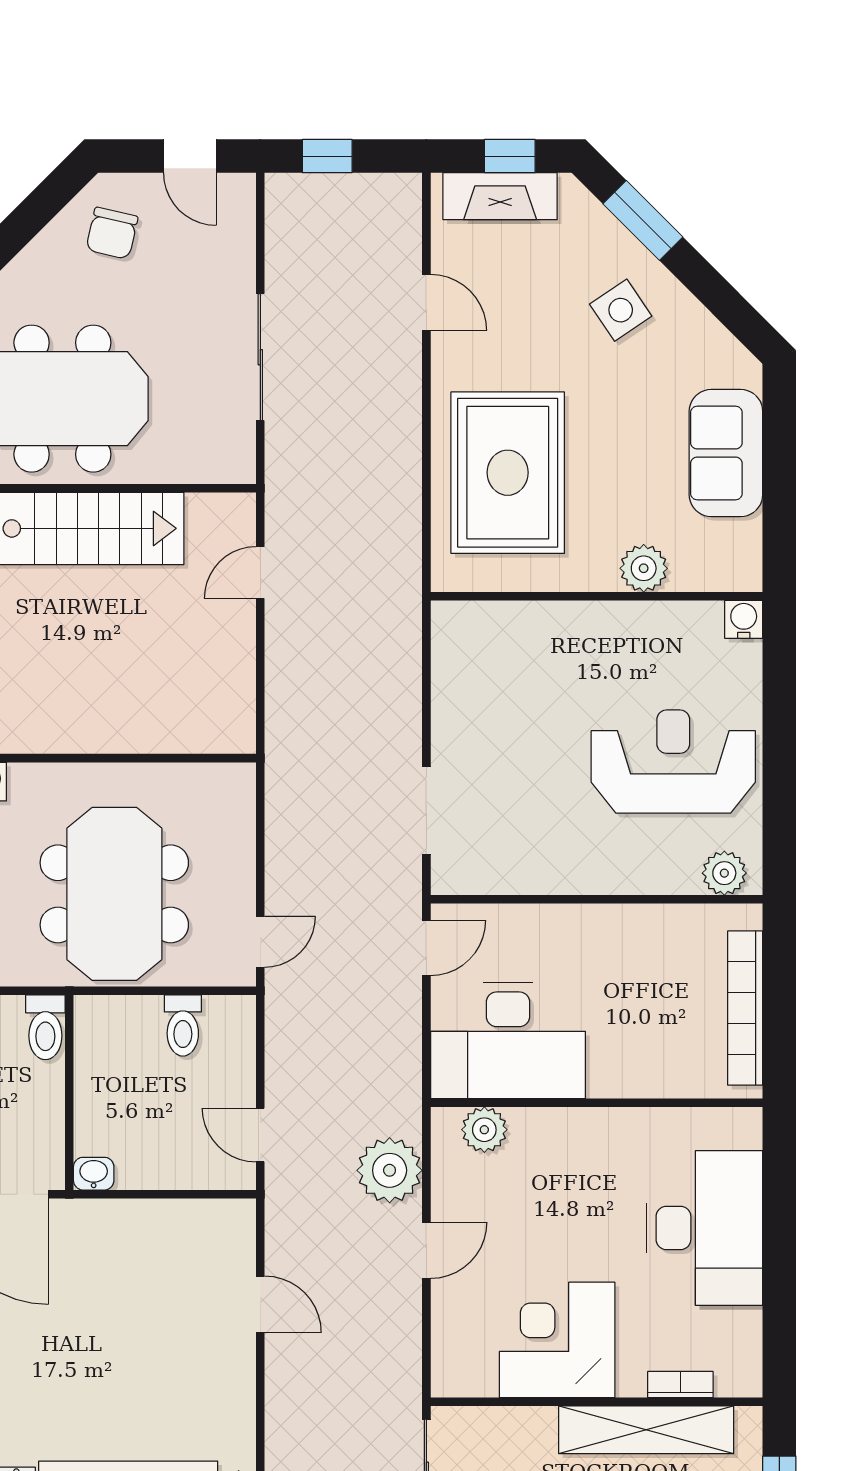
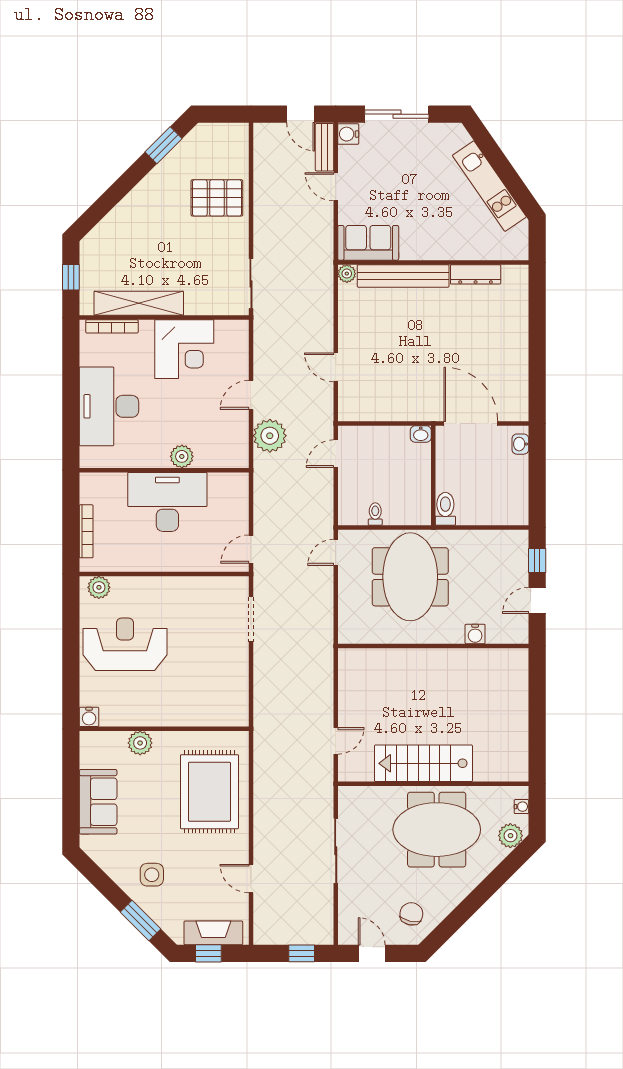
side table: (621, 310) -> (152, 875), turned 34
reception desk: (673, 762) -> (125, 644), turned 180
bookcase: (745, 1008) -> (86, 531), width x0.68, depth x0.76
toilet: (183, 1025) -> (375, 514), width x0.73, depth x0.72
desk: (508, 1041) -> (167, 502), moved
plant: (484, 1130) -> (182, 456), moved
door: (260, 1135) -> (336, 454), swing flipped
bookcase: (680, 1385) -> (112, 326), width x1.56

